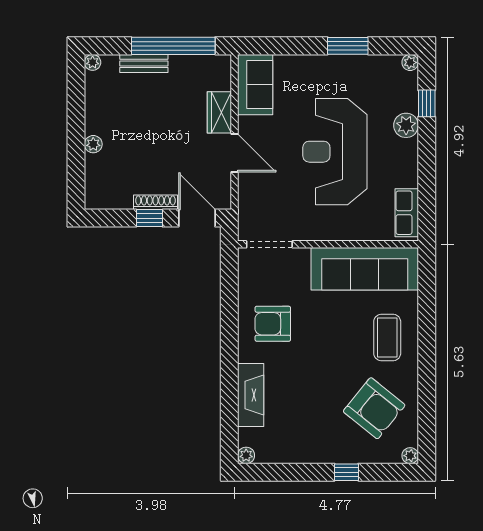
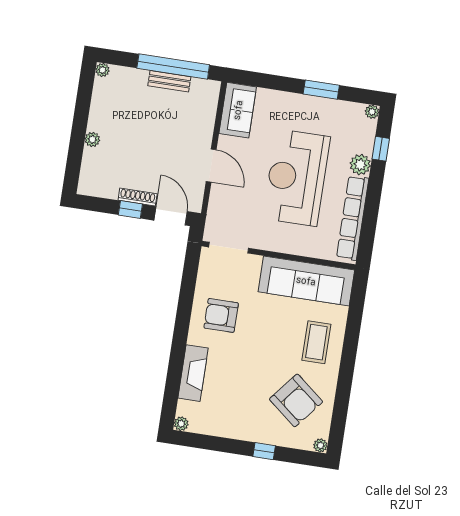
bench: (144, 63) -> (169, 81), moved
wardrobe: (219, 112) -> (204, 129), removed
row of seats: (407, 213) -> (353, 218), width x2.02

